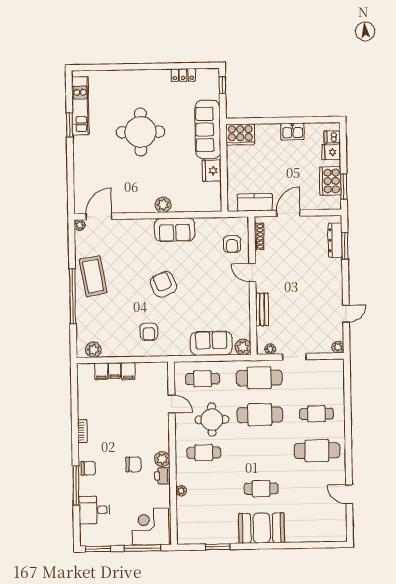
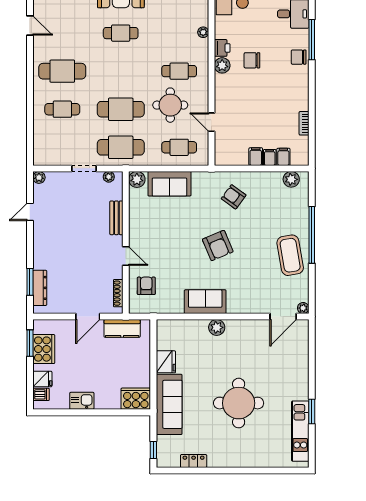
armchair: (149, 332) -> (234, 197), turned -54
bookcase: (82, 431) -> (304, 123), moved

